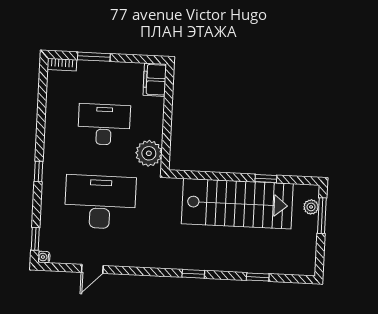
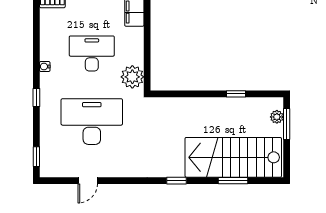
stairs: (237, 204) -> (233, 157), moved, turned 180
water cooler: (44, 257) -> (45, 67), moved
window: (258, 277) -> (233, 181), width x1.50

